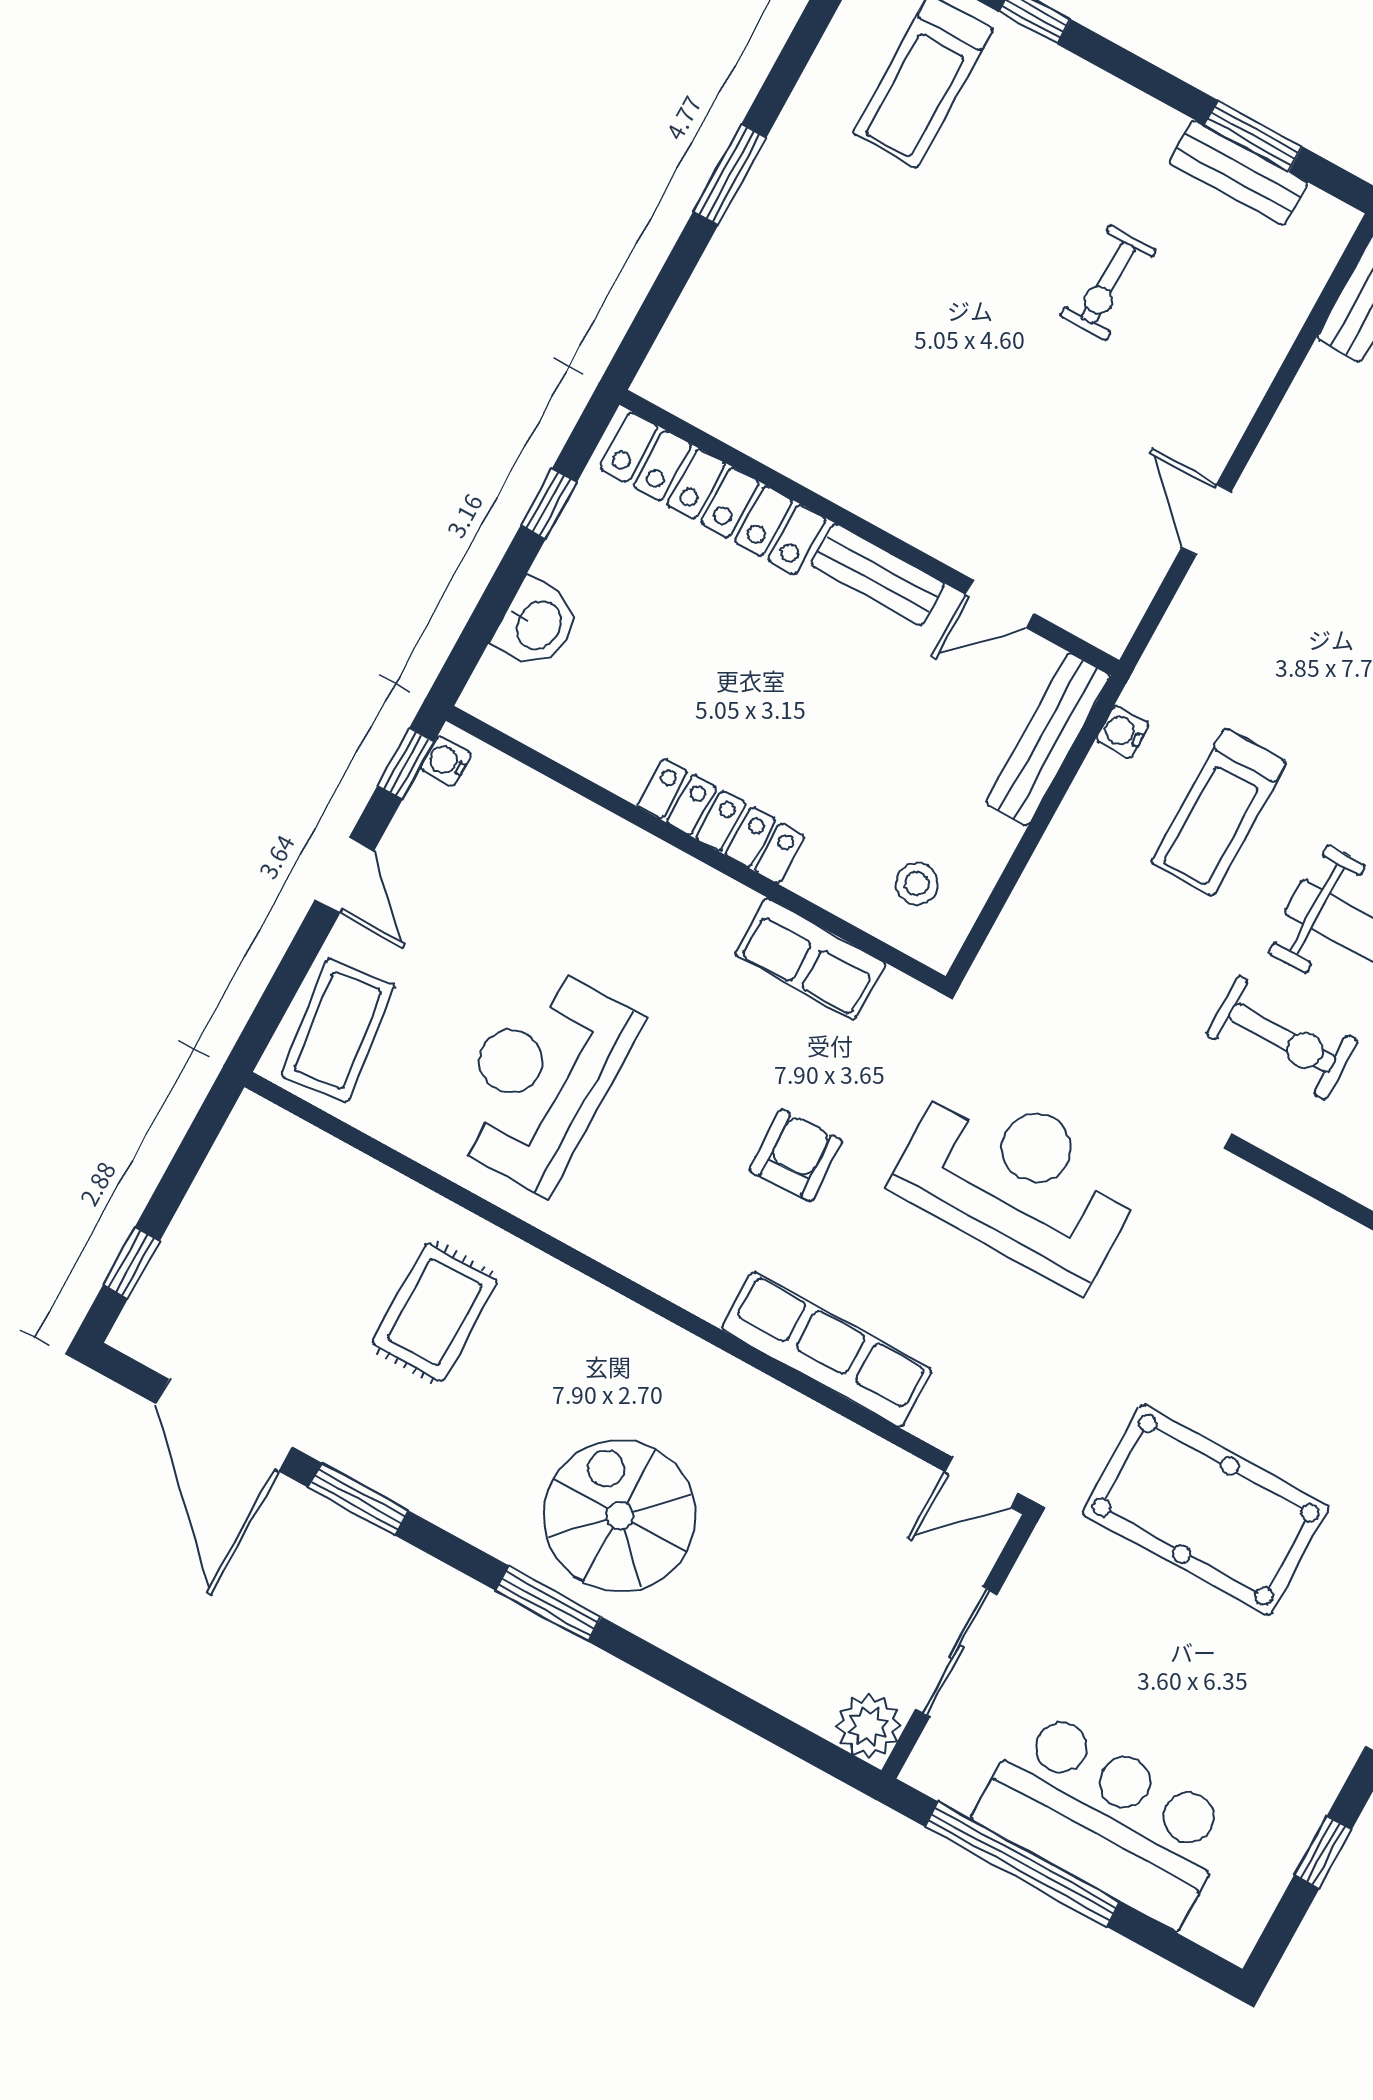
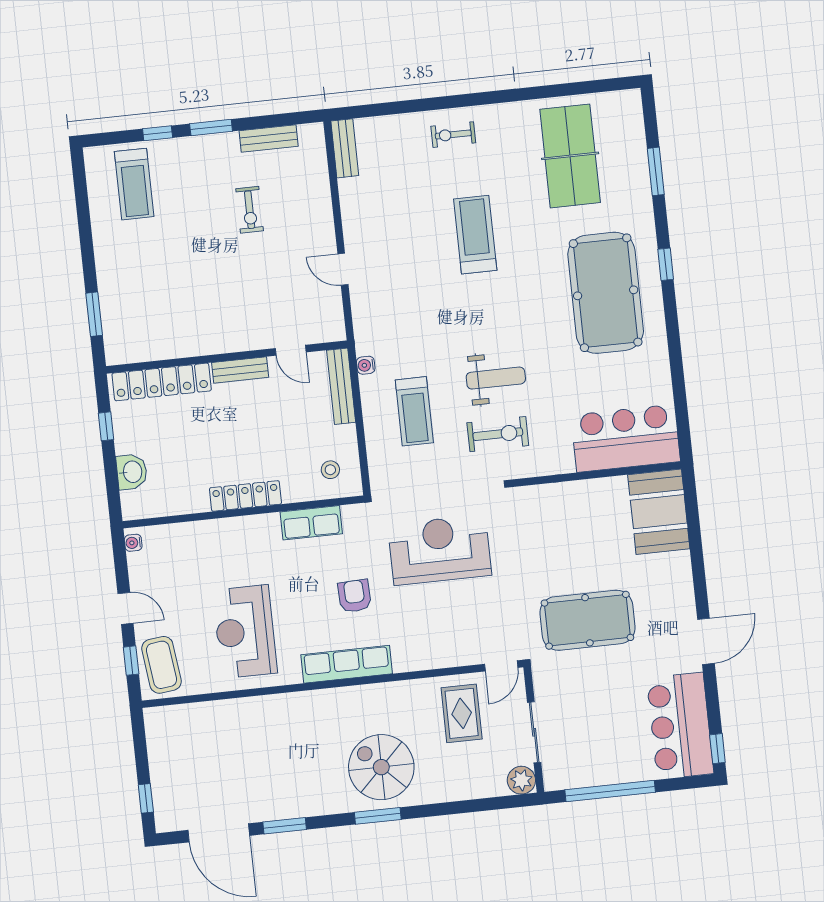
window: (1253, 136) -> (211, 127), moved
window: (730, 175) -> (94, 314), moved
door: (1000, 604) -> (291, 350), hinge flipped
window: (406, 764) -> (131, 661), moved
treadmill: (1219, 812) -> (414, 411), moved
rug: (435, 1312) -> (462, 713), moved
row of seats: (827, 1350) -> (347, 664), moved
bar counter: (1105, 1818) -> (680, 726), moved, turned -90
window: (1323, 1852) -> (717, 749), moved

